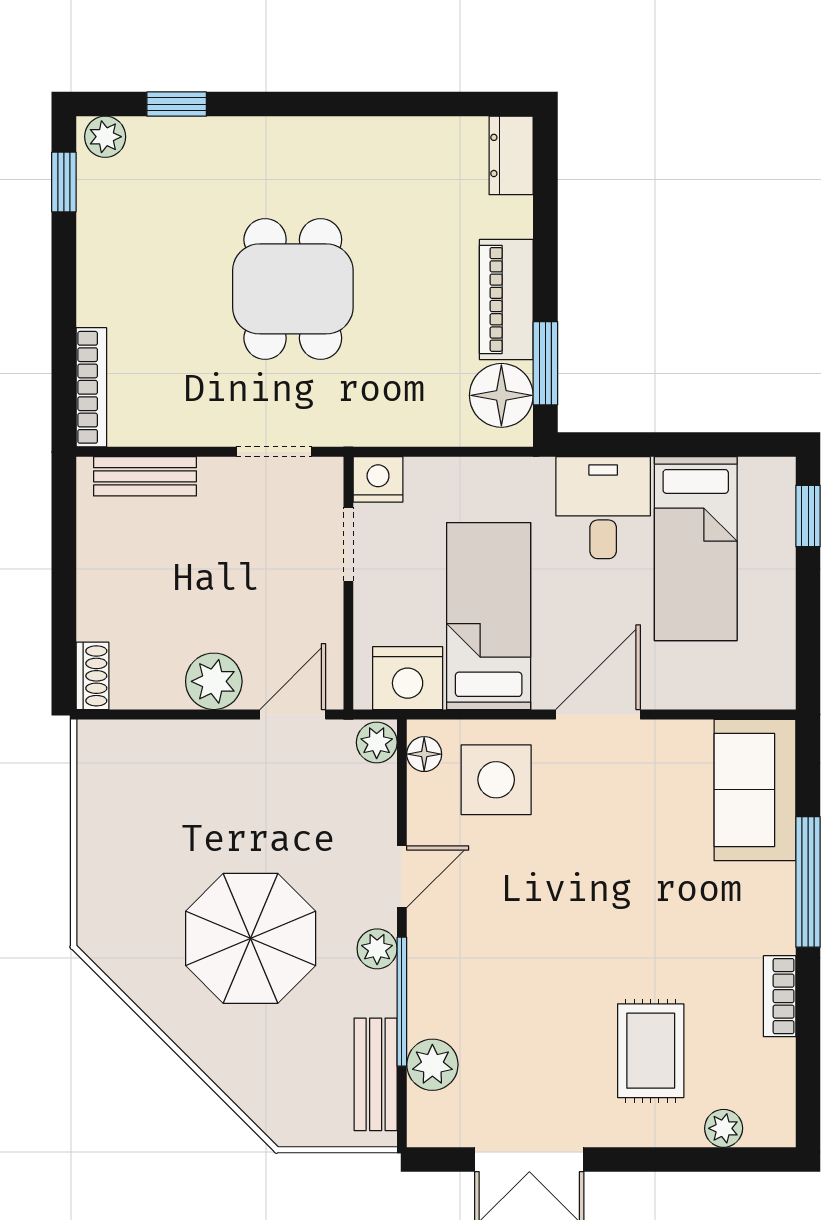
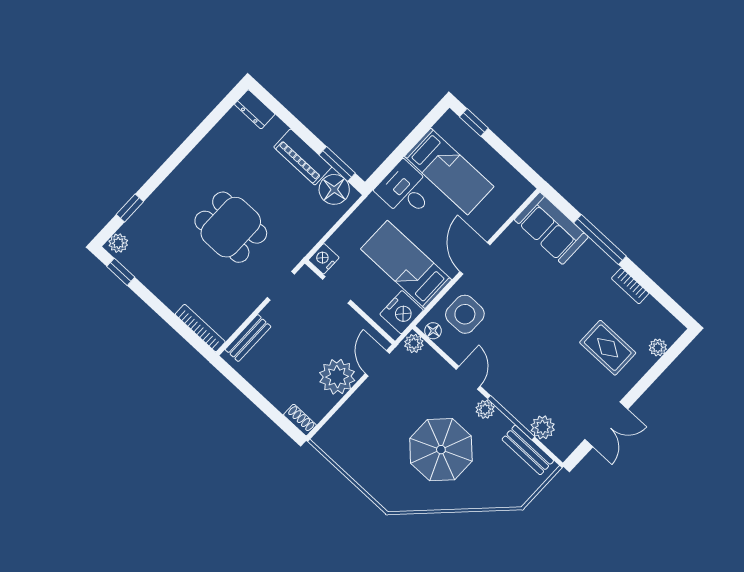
plant: (214, 681) -> (337, 377), width x1.36, depth x1.36

